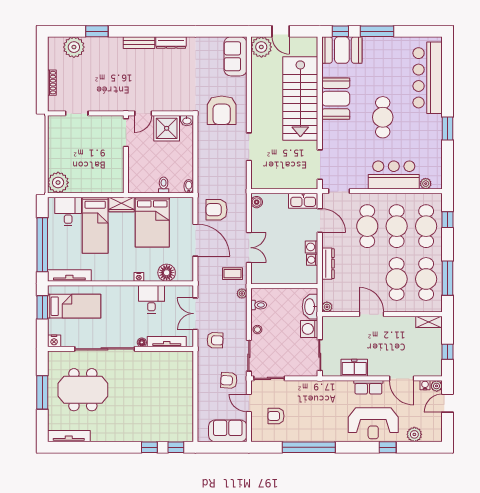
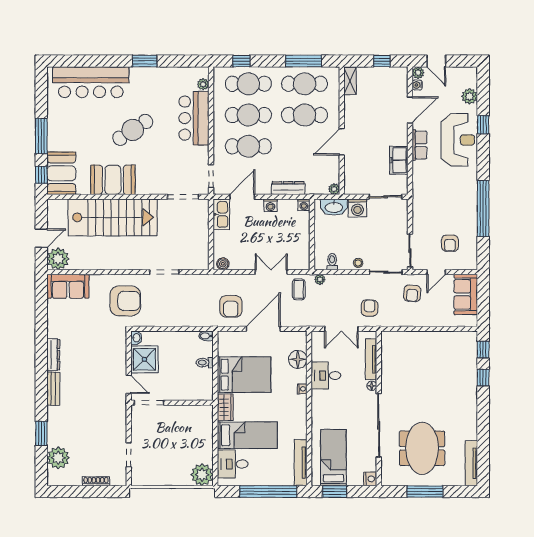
cafe table: (383, 117) -> (133, 130), turned -33
washing machine: (312, 260) -> (304, 205), moved

